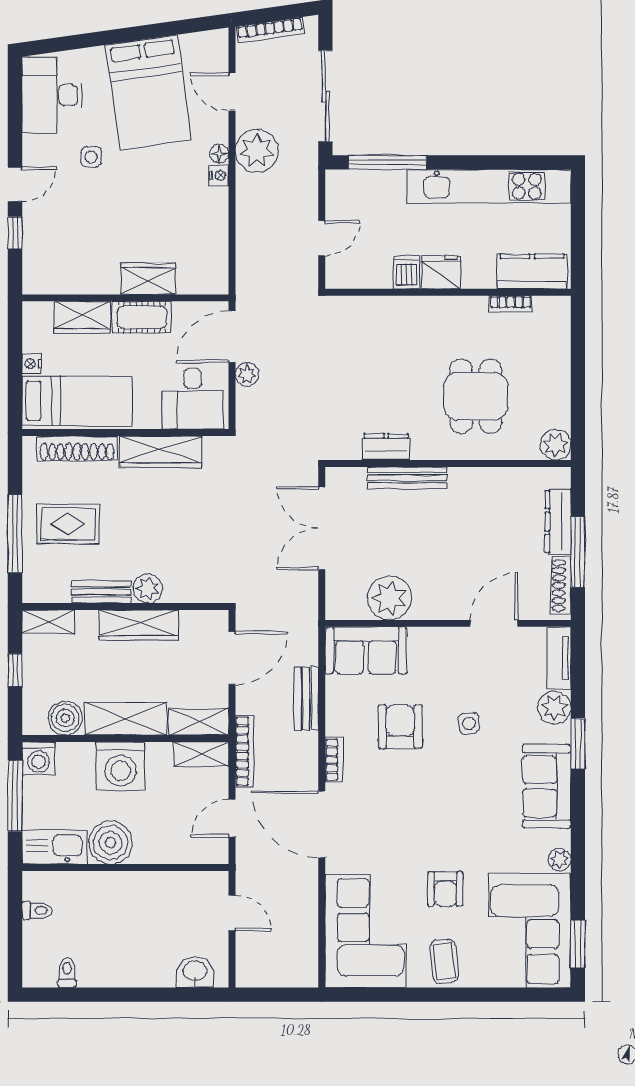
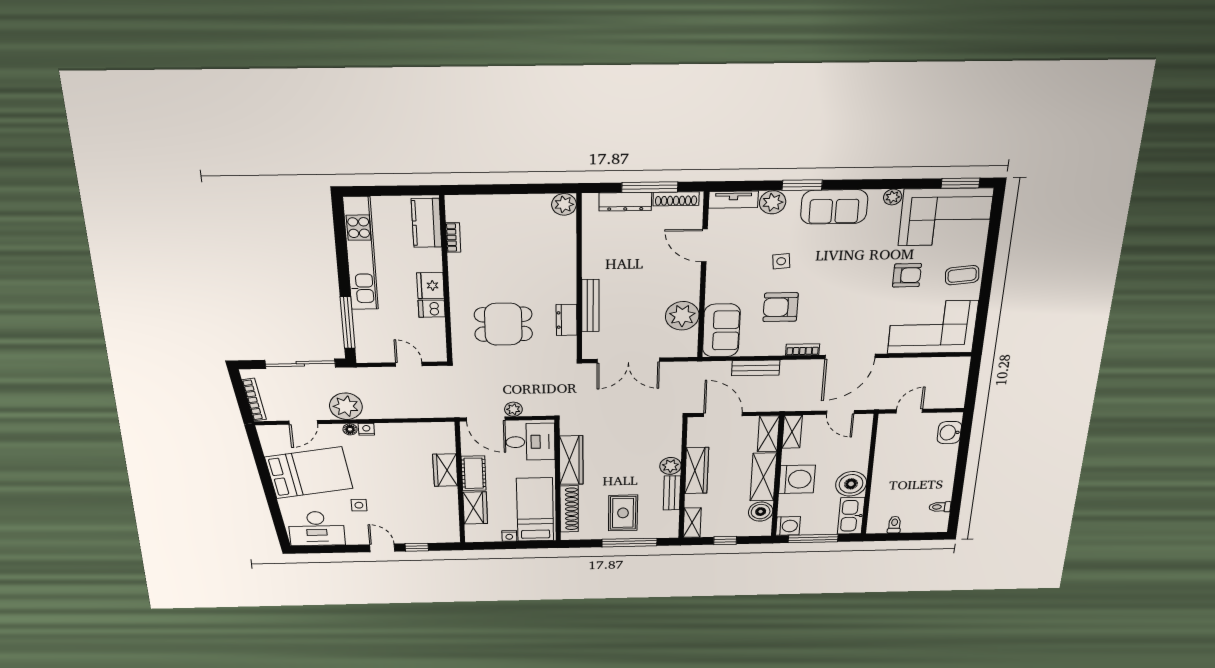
dining table: (476, 396) -> (503, 324), moved
bookcase: (245, 752) -> (792, 406), removed

